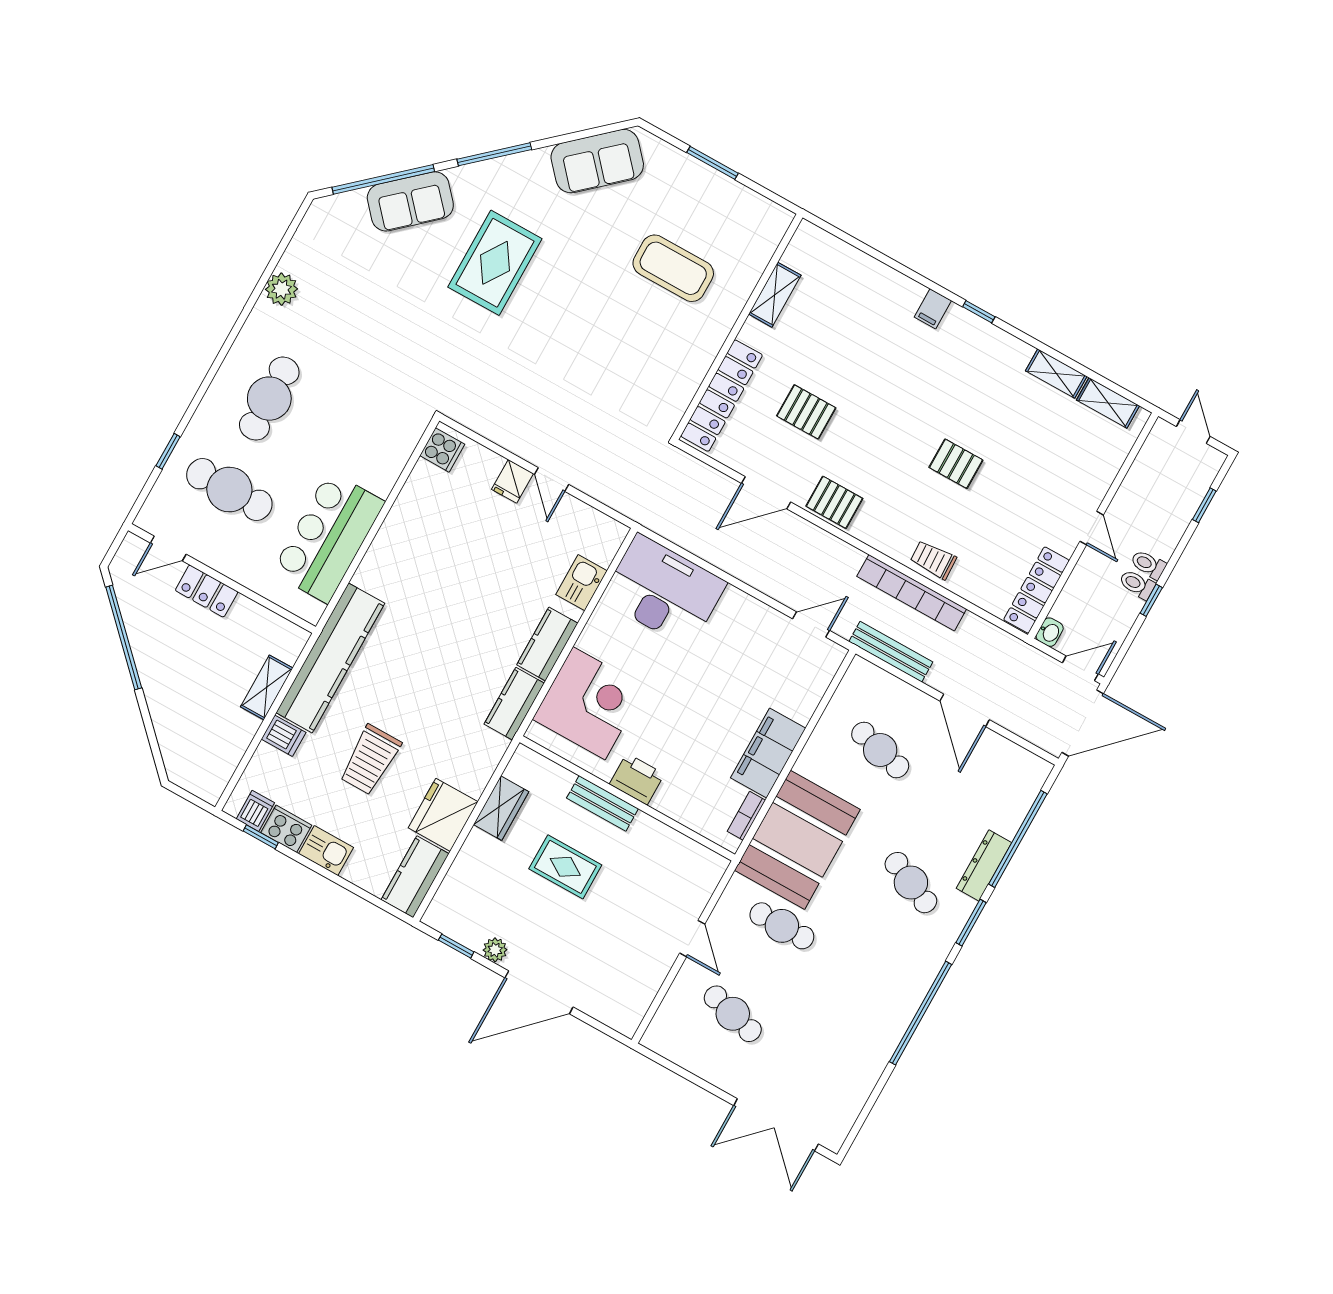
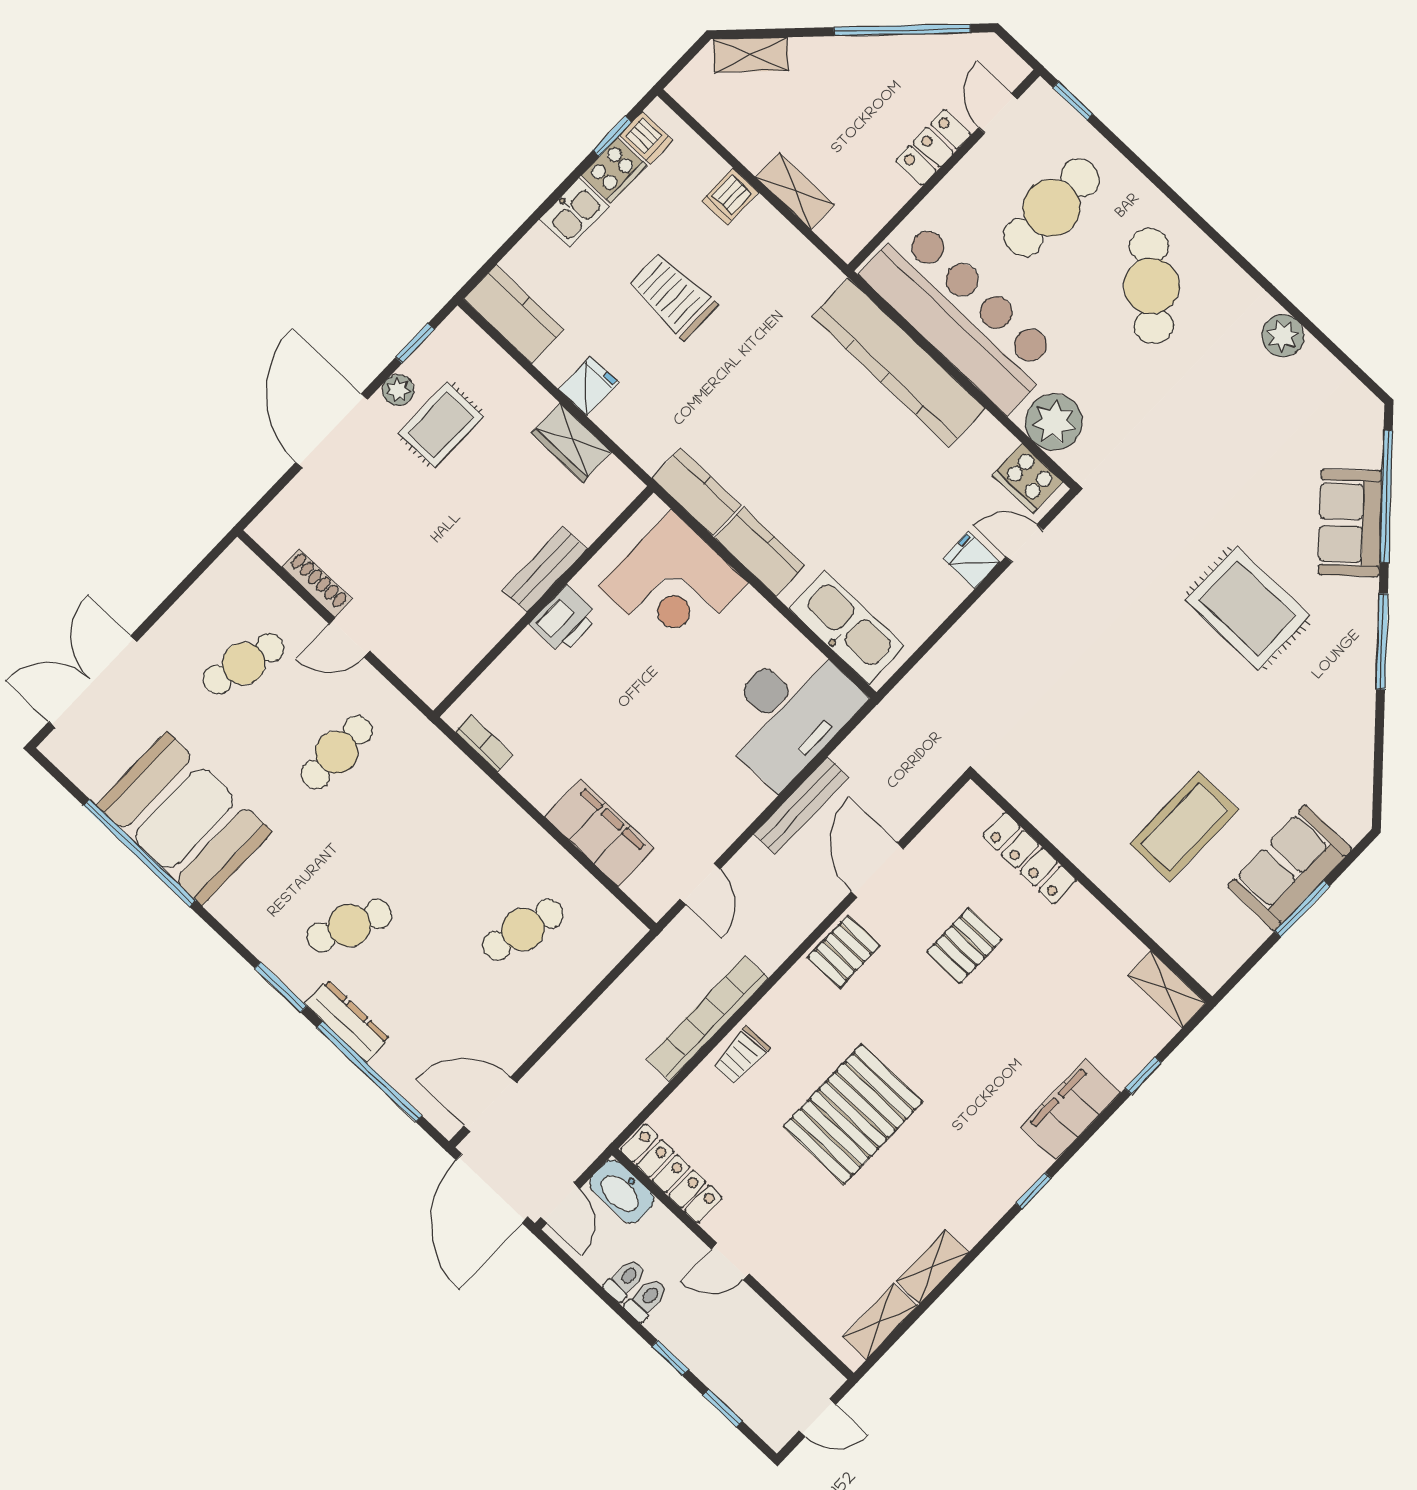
sofa: (597, 161) -> (1290, 868), moved, turned 42
window: (870, 251) -> (1143, 1076), added
shelving: (775, 295) -> (1167, 989), moved
filing cabinet: (933, 309) -> (1071, 1110), width x3.00, depth x1.17
locker: (722, 396) -> (1029, 858), width x0.71, depth x0.83
cafe table: (269, 399) -> (1151, 286), turned 44
plant: (392, 446) -> (1054, 422), added
cooker: (442, 450) -> (1028, 478), width x1.36
window: (168, 451) -> (1073, 101), moved
pallet: (956, 464) -> (853, 1114), width x2.05, depth x2.00
door: (551, 479) -> (1024, 543), moved
bar counter: (328, 537) -> (961, 315), width x1.36
trolley: (933, 560) -> (741, 1056), turned 180
toilet: (1148, 564) -> (625, 1280), moved
kitchen sink: (581, 583) -> (847, 627), width x1.88, depth x1.24
window: (1151, 600) -> (670, 1358), moved
washbasin: (1050, 632) -> (622, 1192), width x1.91, depth x1.45
bench: (891, 652) -> (801, 806), moved
kitchen counter: (330, 658) -> (899, 362), moved
door: (965, 710) -> (490, 1104), moved
shelving: (172, 747) -> (751, 55), added
filing cabinet: (768, 753) -> (600, 833), moved
fridge: (443, 815) -> (589, 386), width x0.53, depth x0.75
booth: (797, 840) -> (184, 818), moved
rug: (565, 867) -> (441, 425), moved
shoe rack: (657, 974) -> (317, 583), added
window: (921, 1013) -> (140, 853), moved

